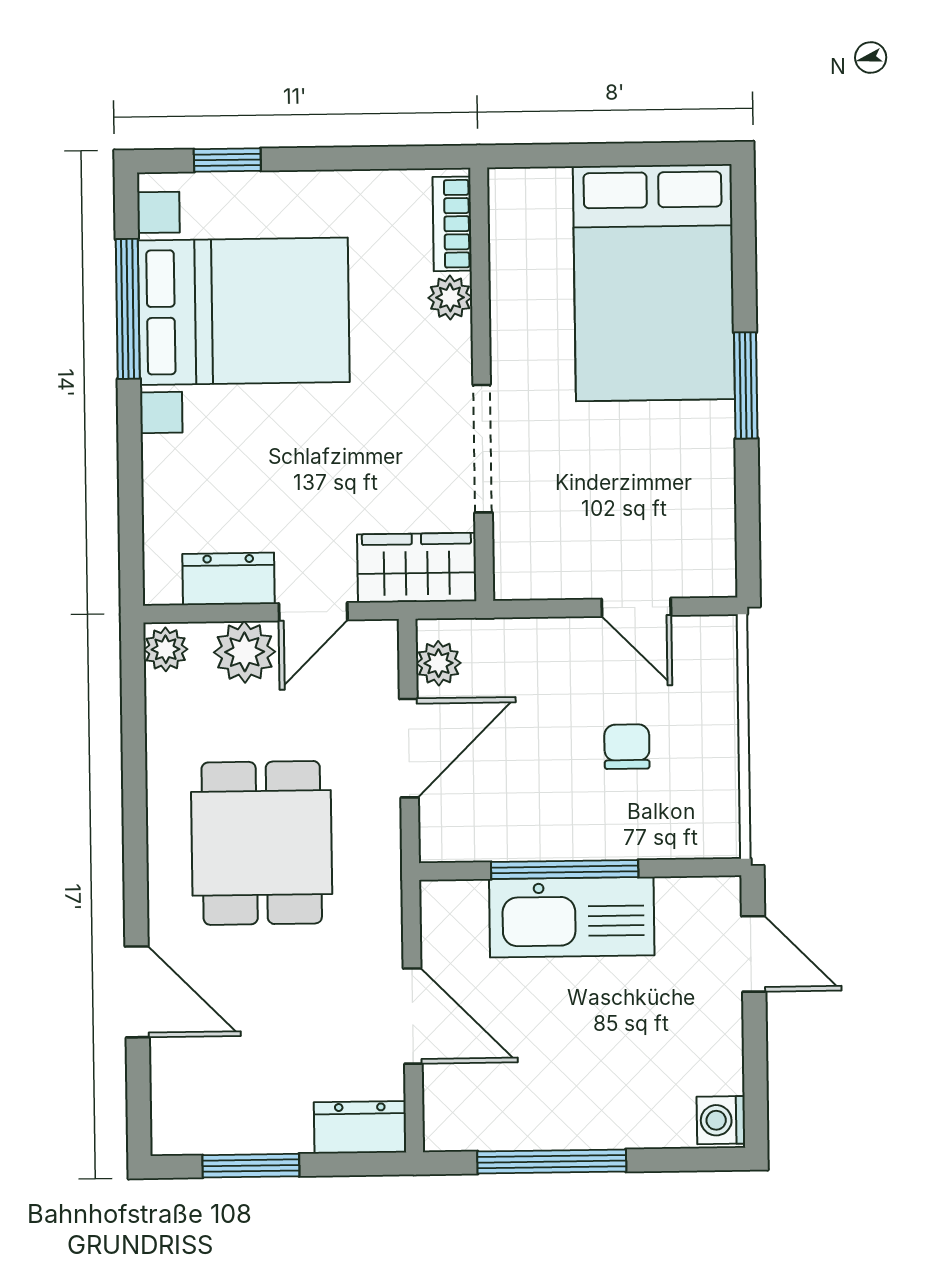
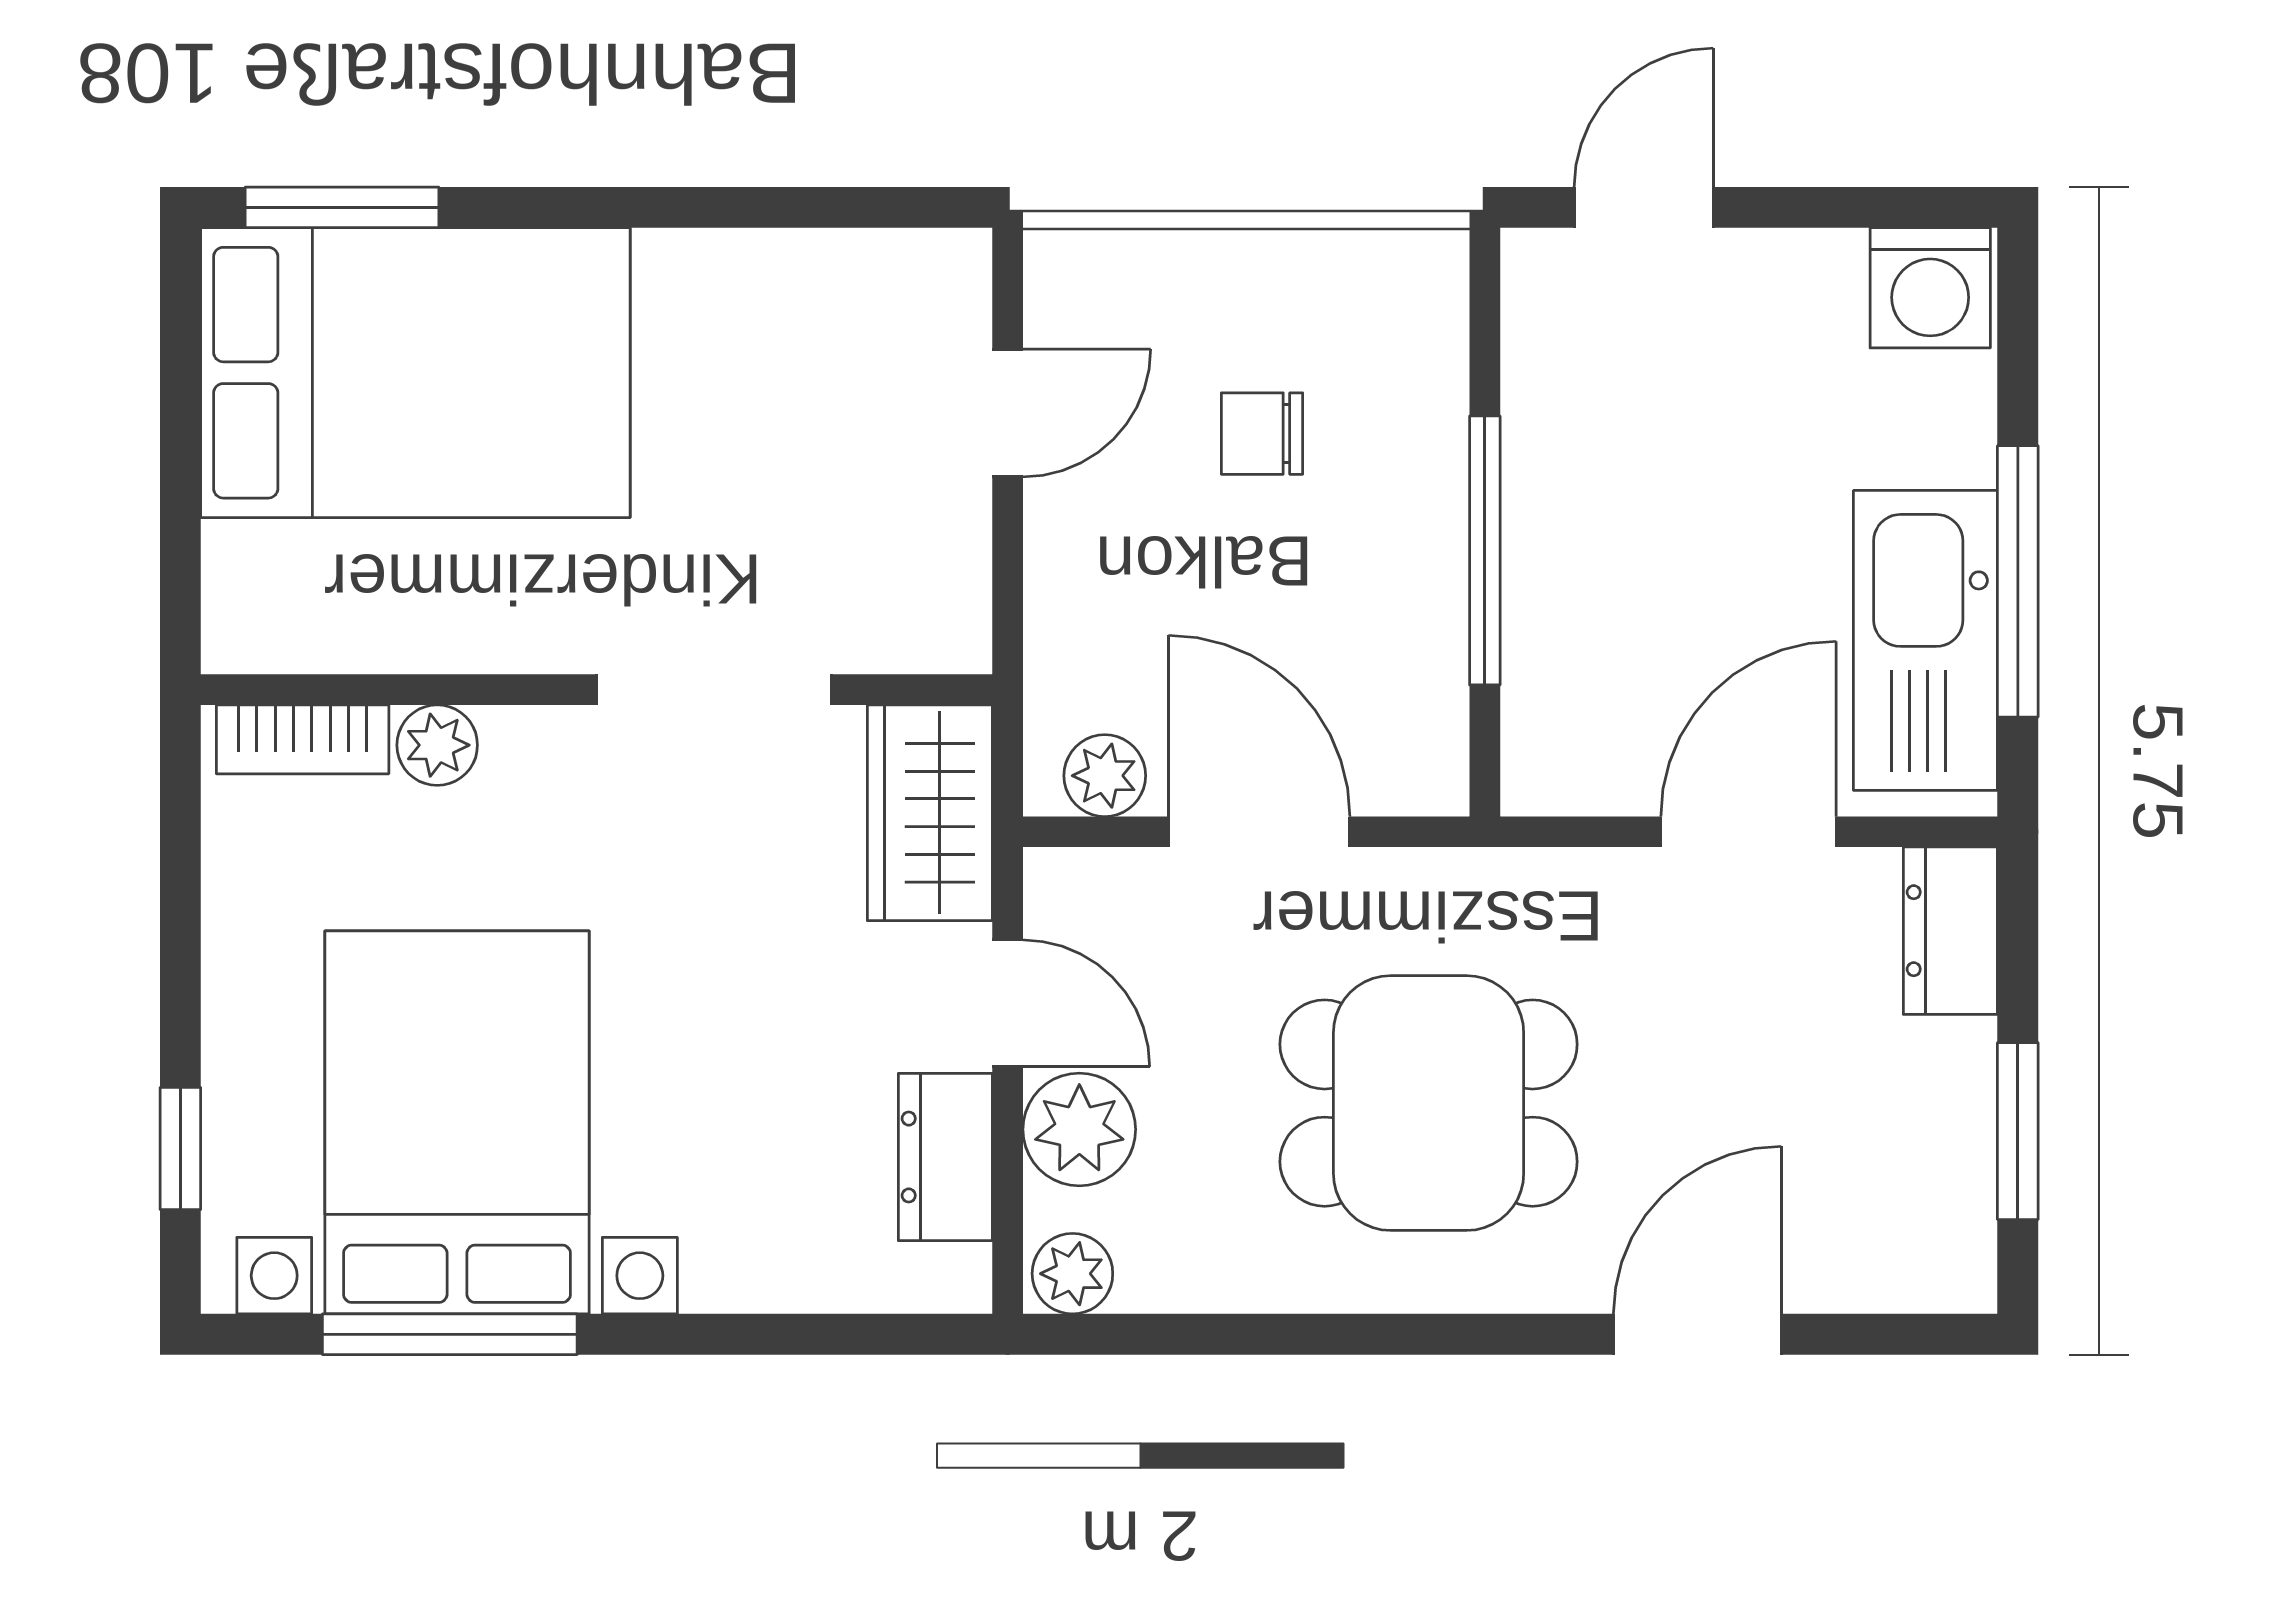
window: (746, 385) -> (342, 207), moved
kitchen sink: (572, 917) -> (1925, 640), moved, turned 180
washing machine: (721, 1120) -> (1930, 288), width x1.38, depth x1.38

